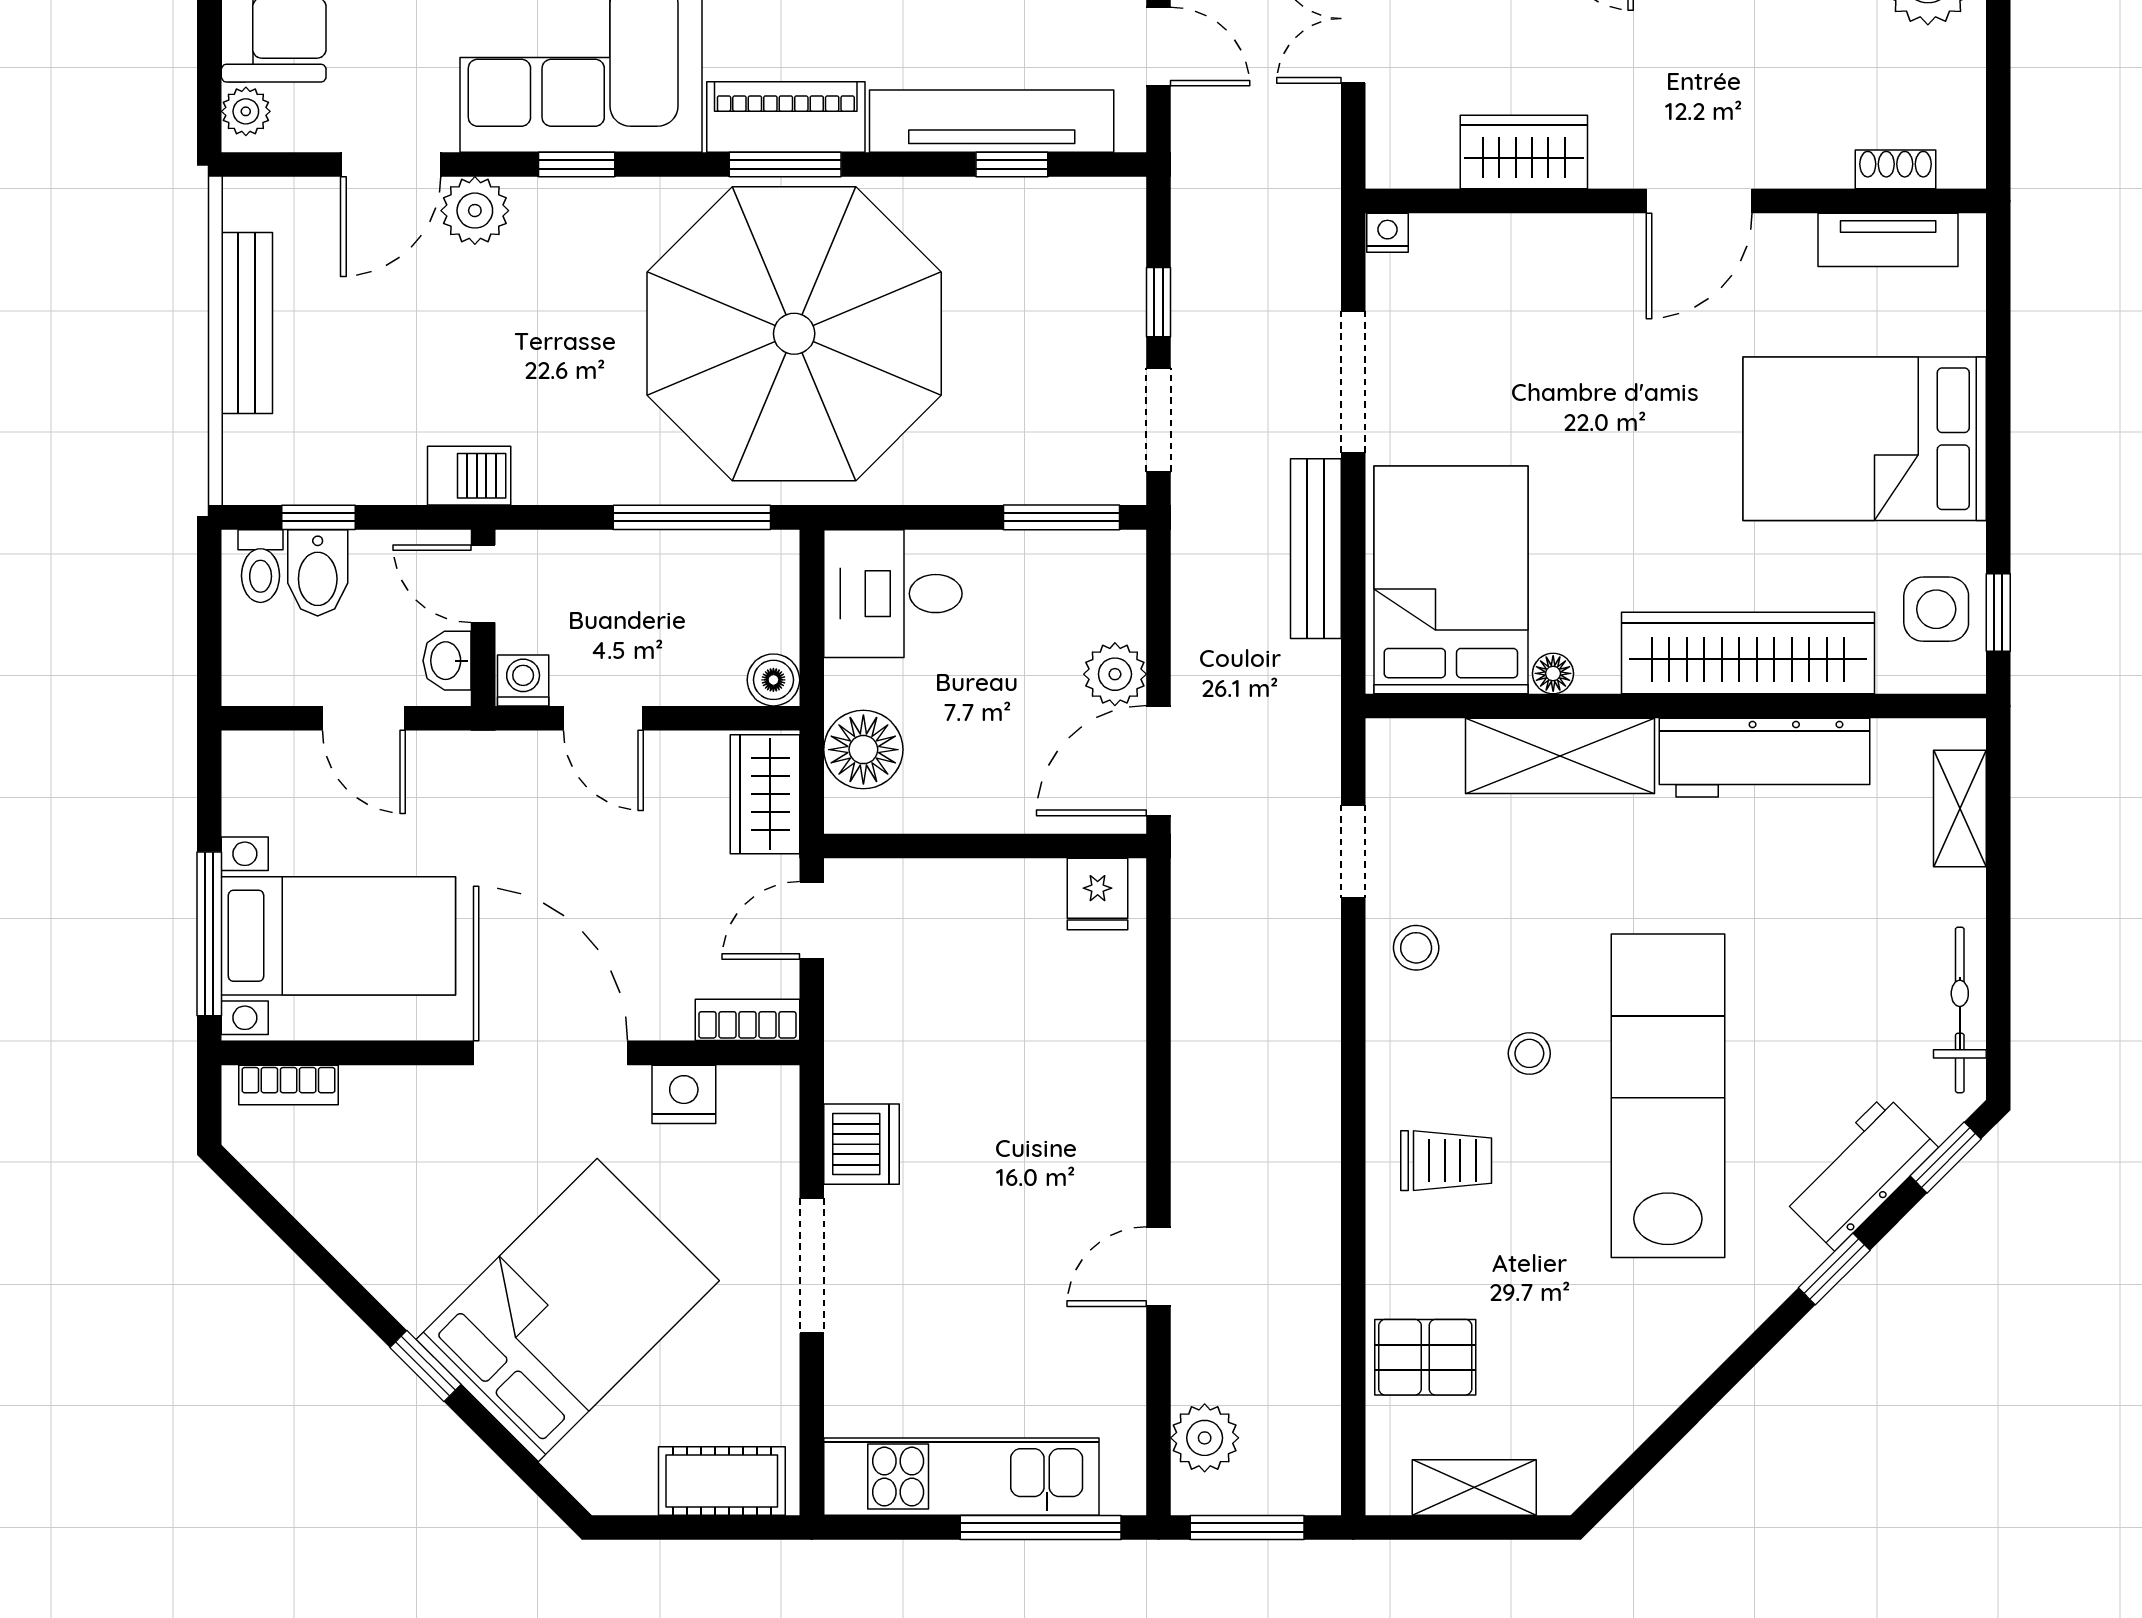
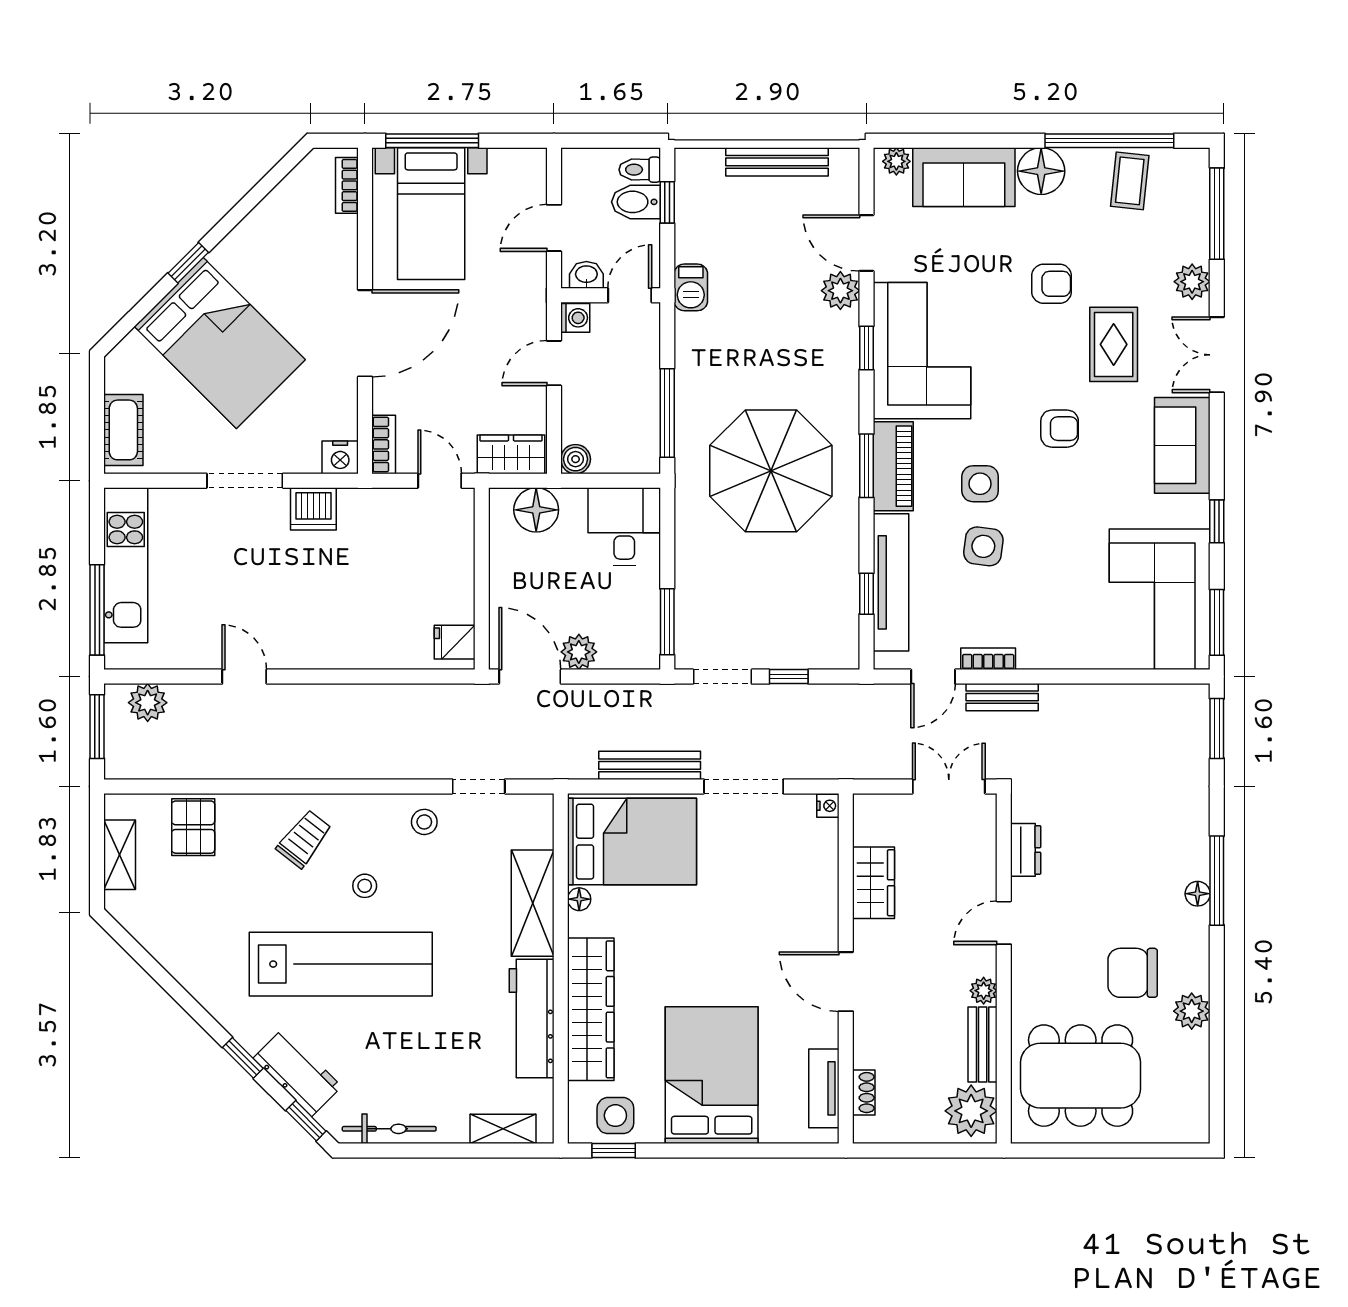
parasol: (794, 334) -> (771, 471), width x0.73, depth x0.73
nightstand: (684, 1094) -> (340, 457), moved, turned 90
trolley: (1446, 1161) -> (304, 839), turned -142

